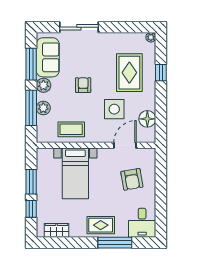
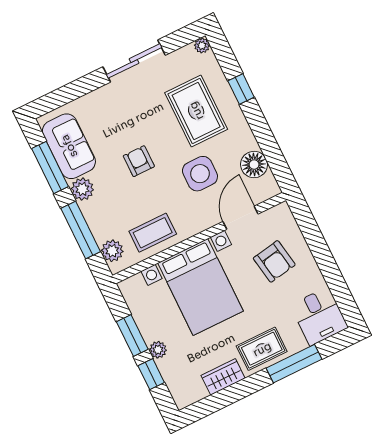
sliding door: (79, 27) -> (134, 61), moved
plant: (43, 108) -> (112, 251), moved
bed with nightstands: (75, 173) -> (200, 287), width x1.36
plant: (42, 197) -> (158, 350), added
wardrobe: (57, 230) -> (223, 377), moved

